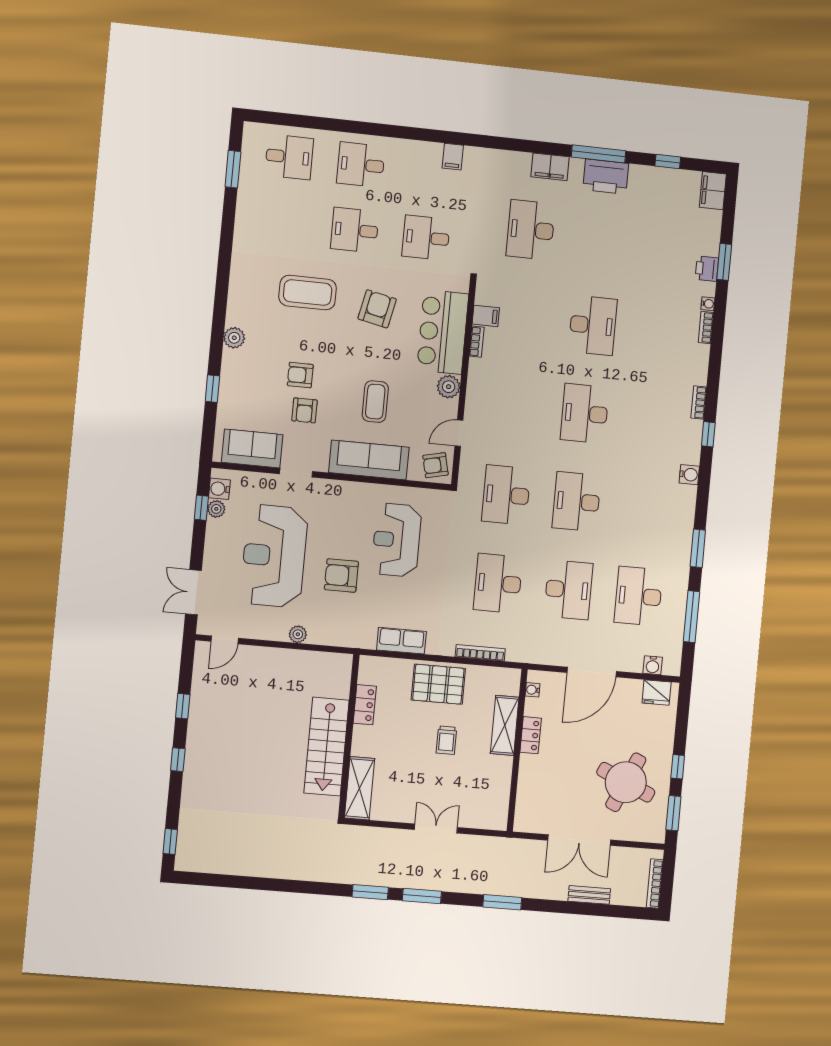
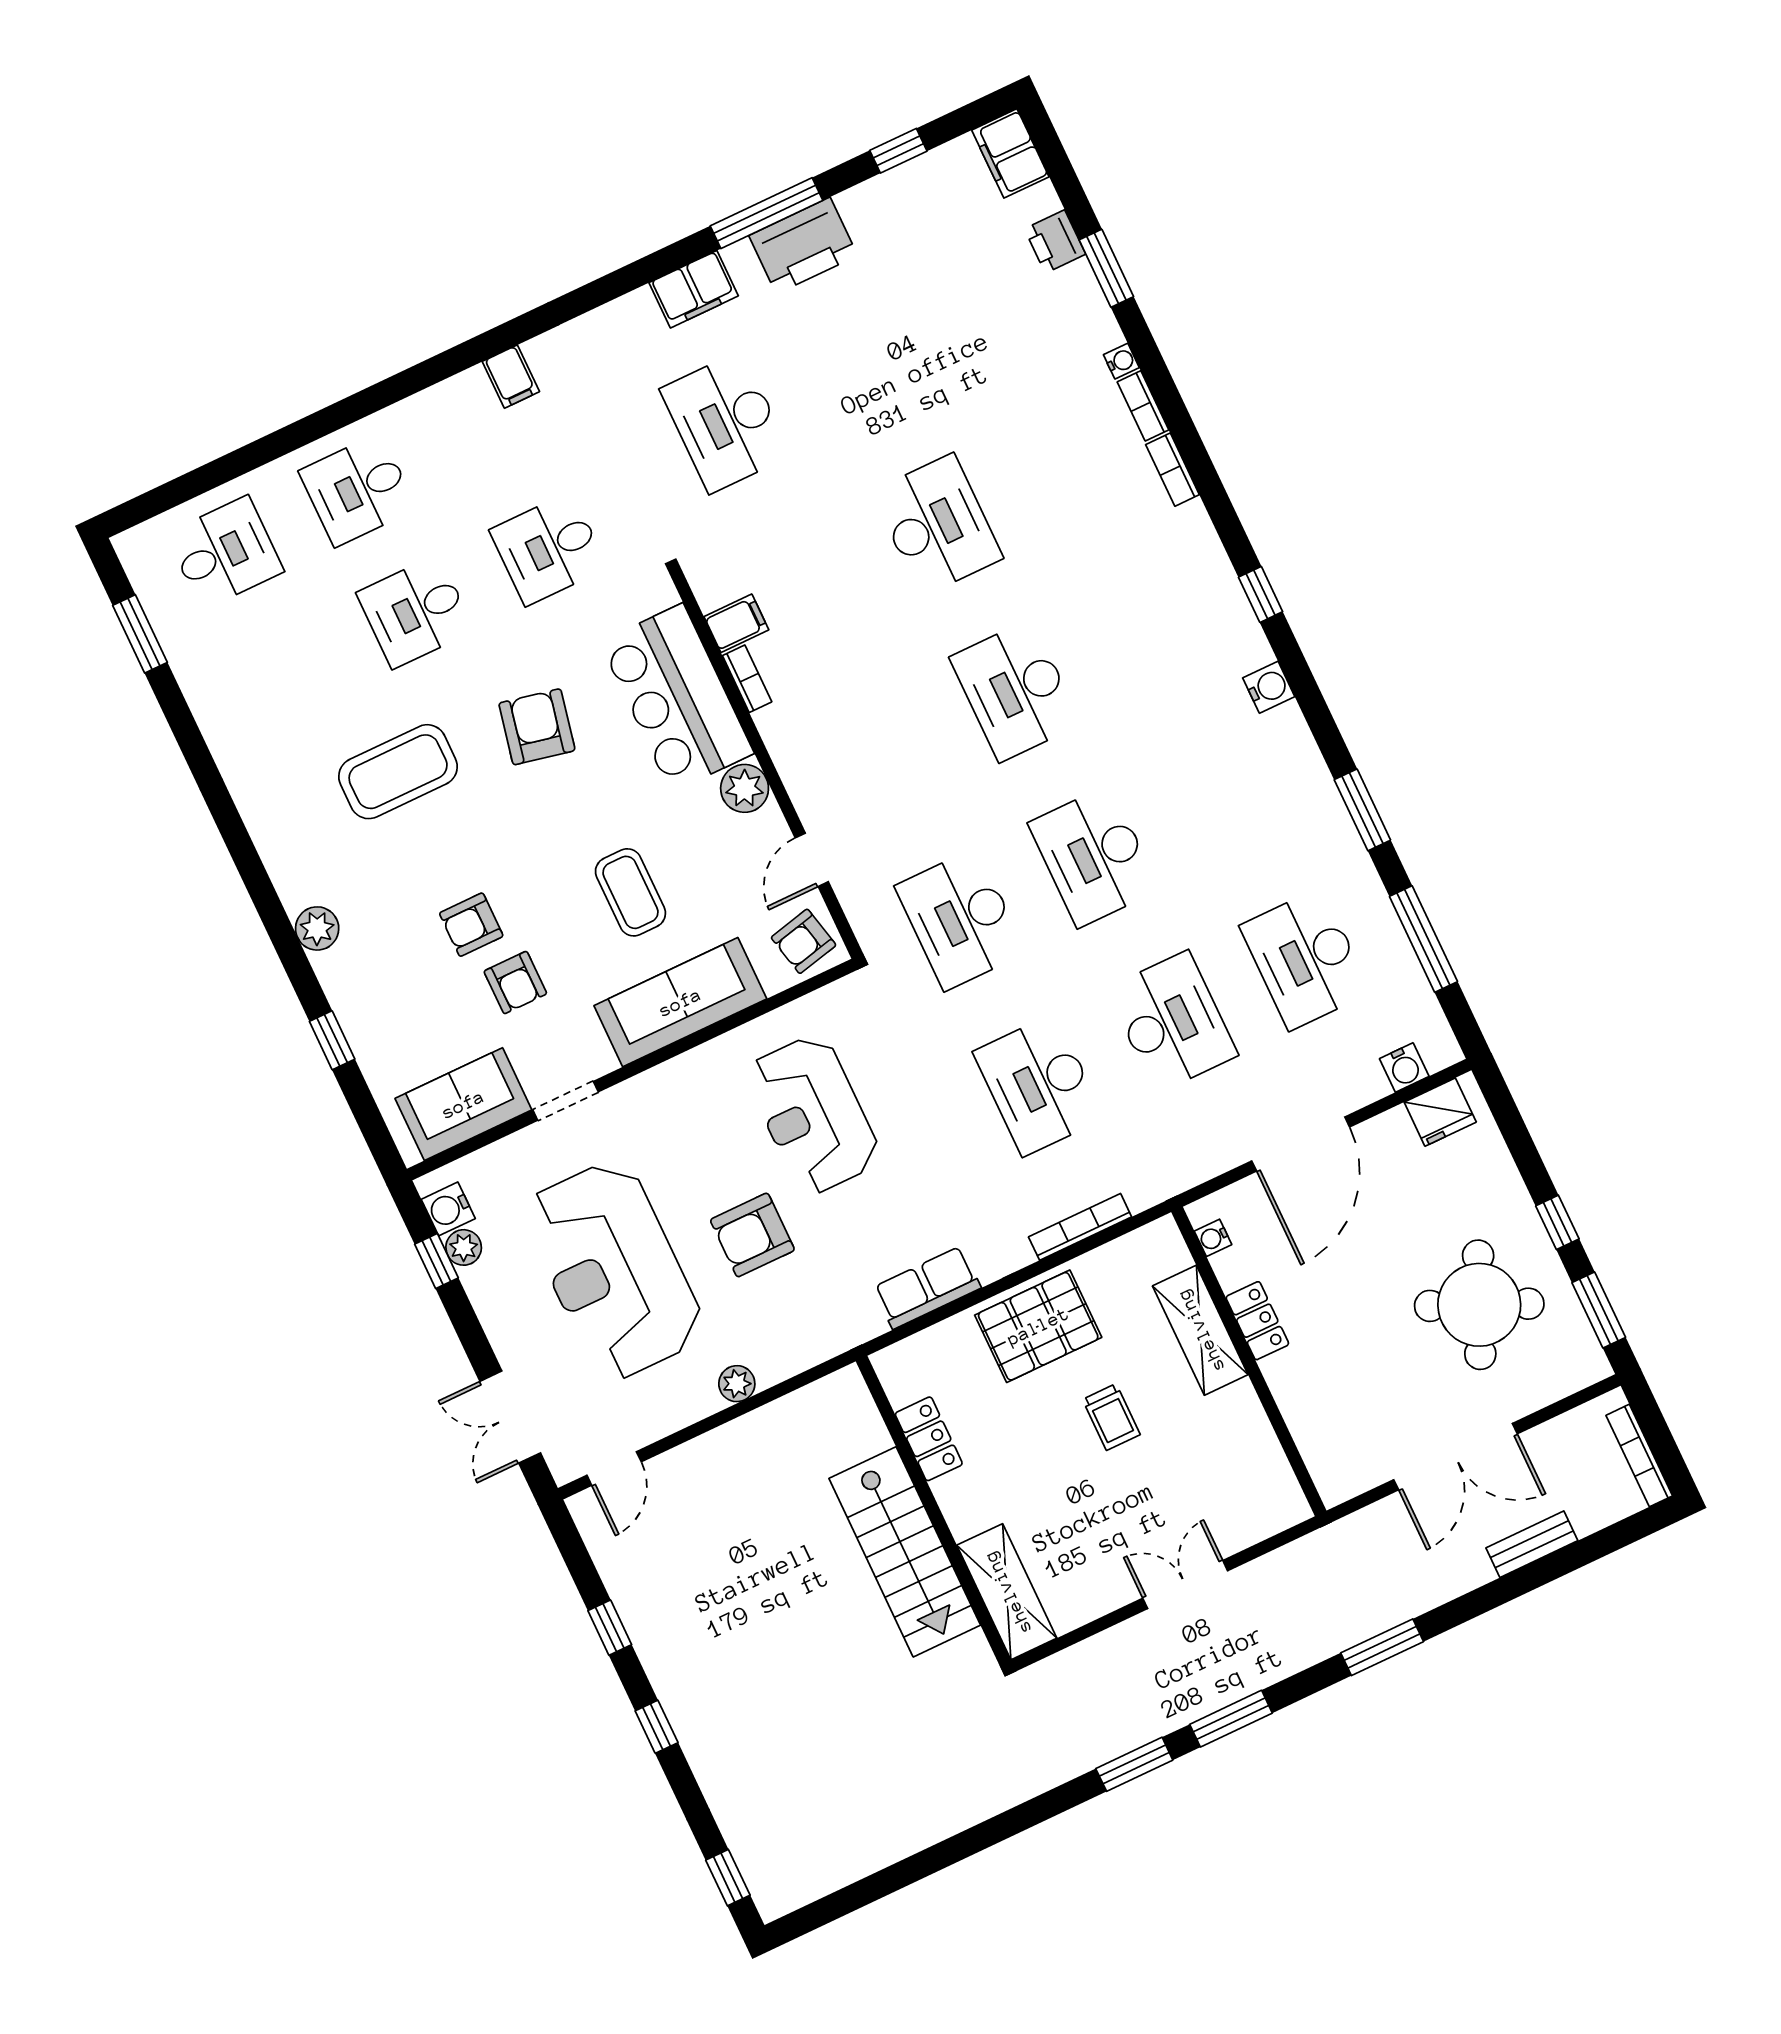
printer: (707, 269) -> (1055, 241), moved
bookcase: (699, 403) -> (1173, 470), moved

